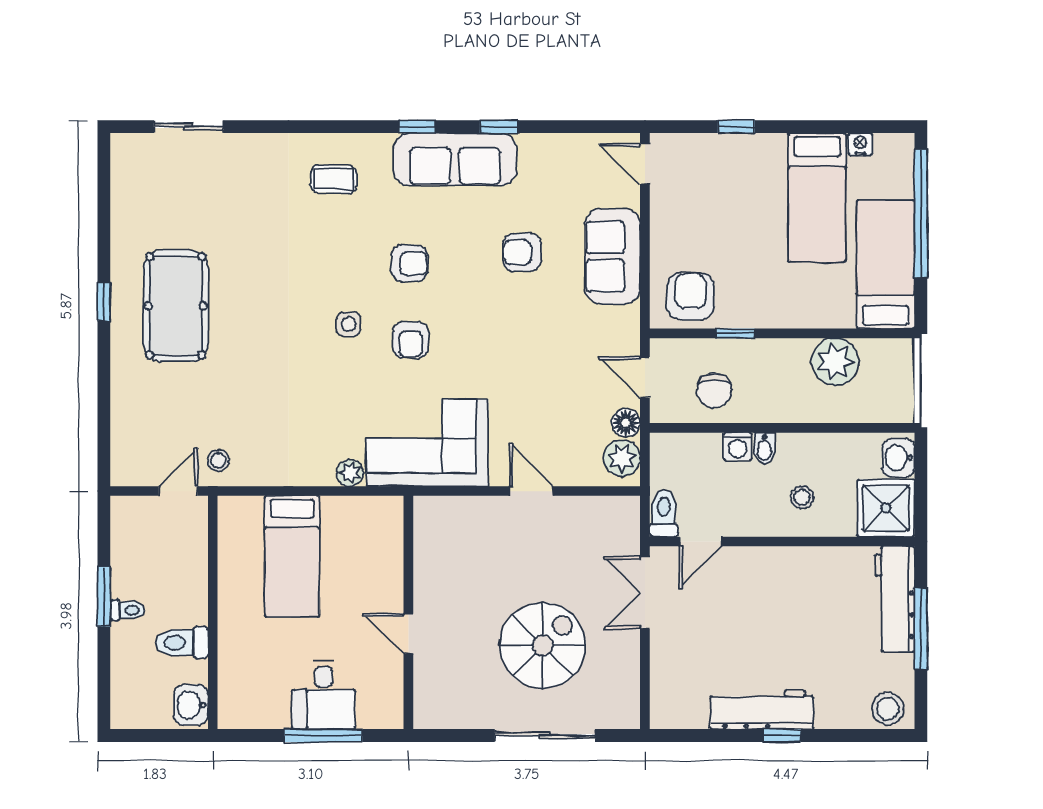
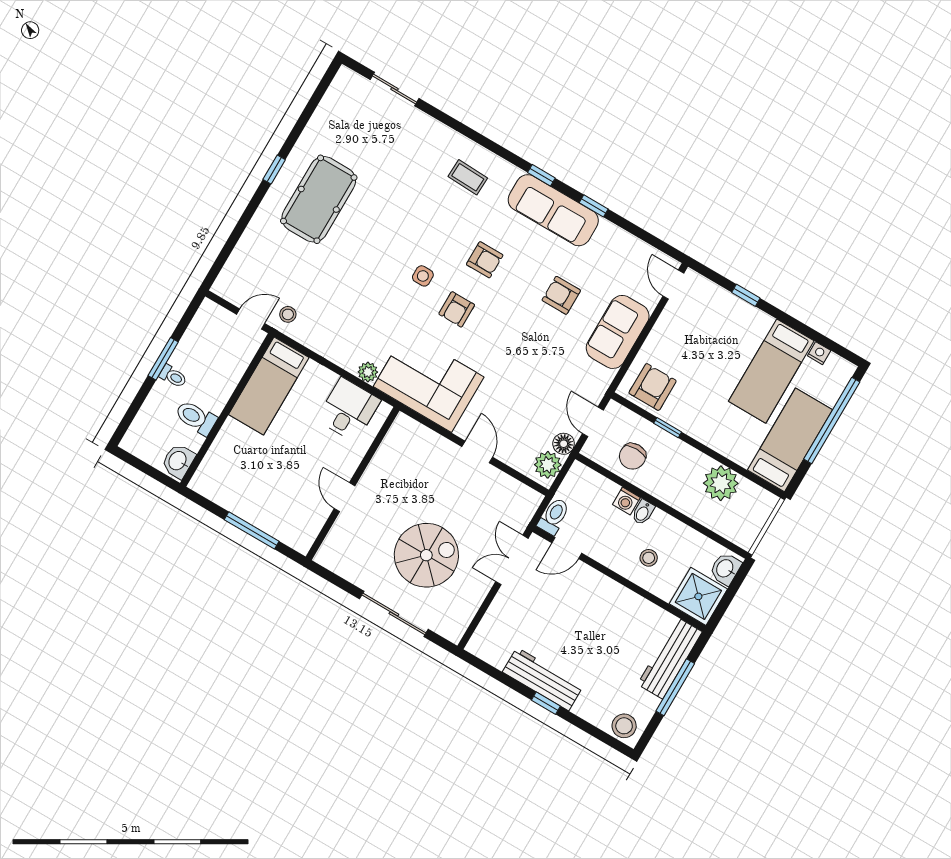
bed: (292, 556) -> (269, 386), moved
desk: (324, 695) -> (348, 410), moved, turned 180

